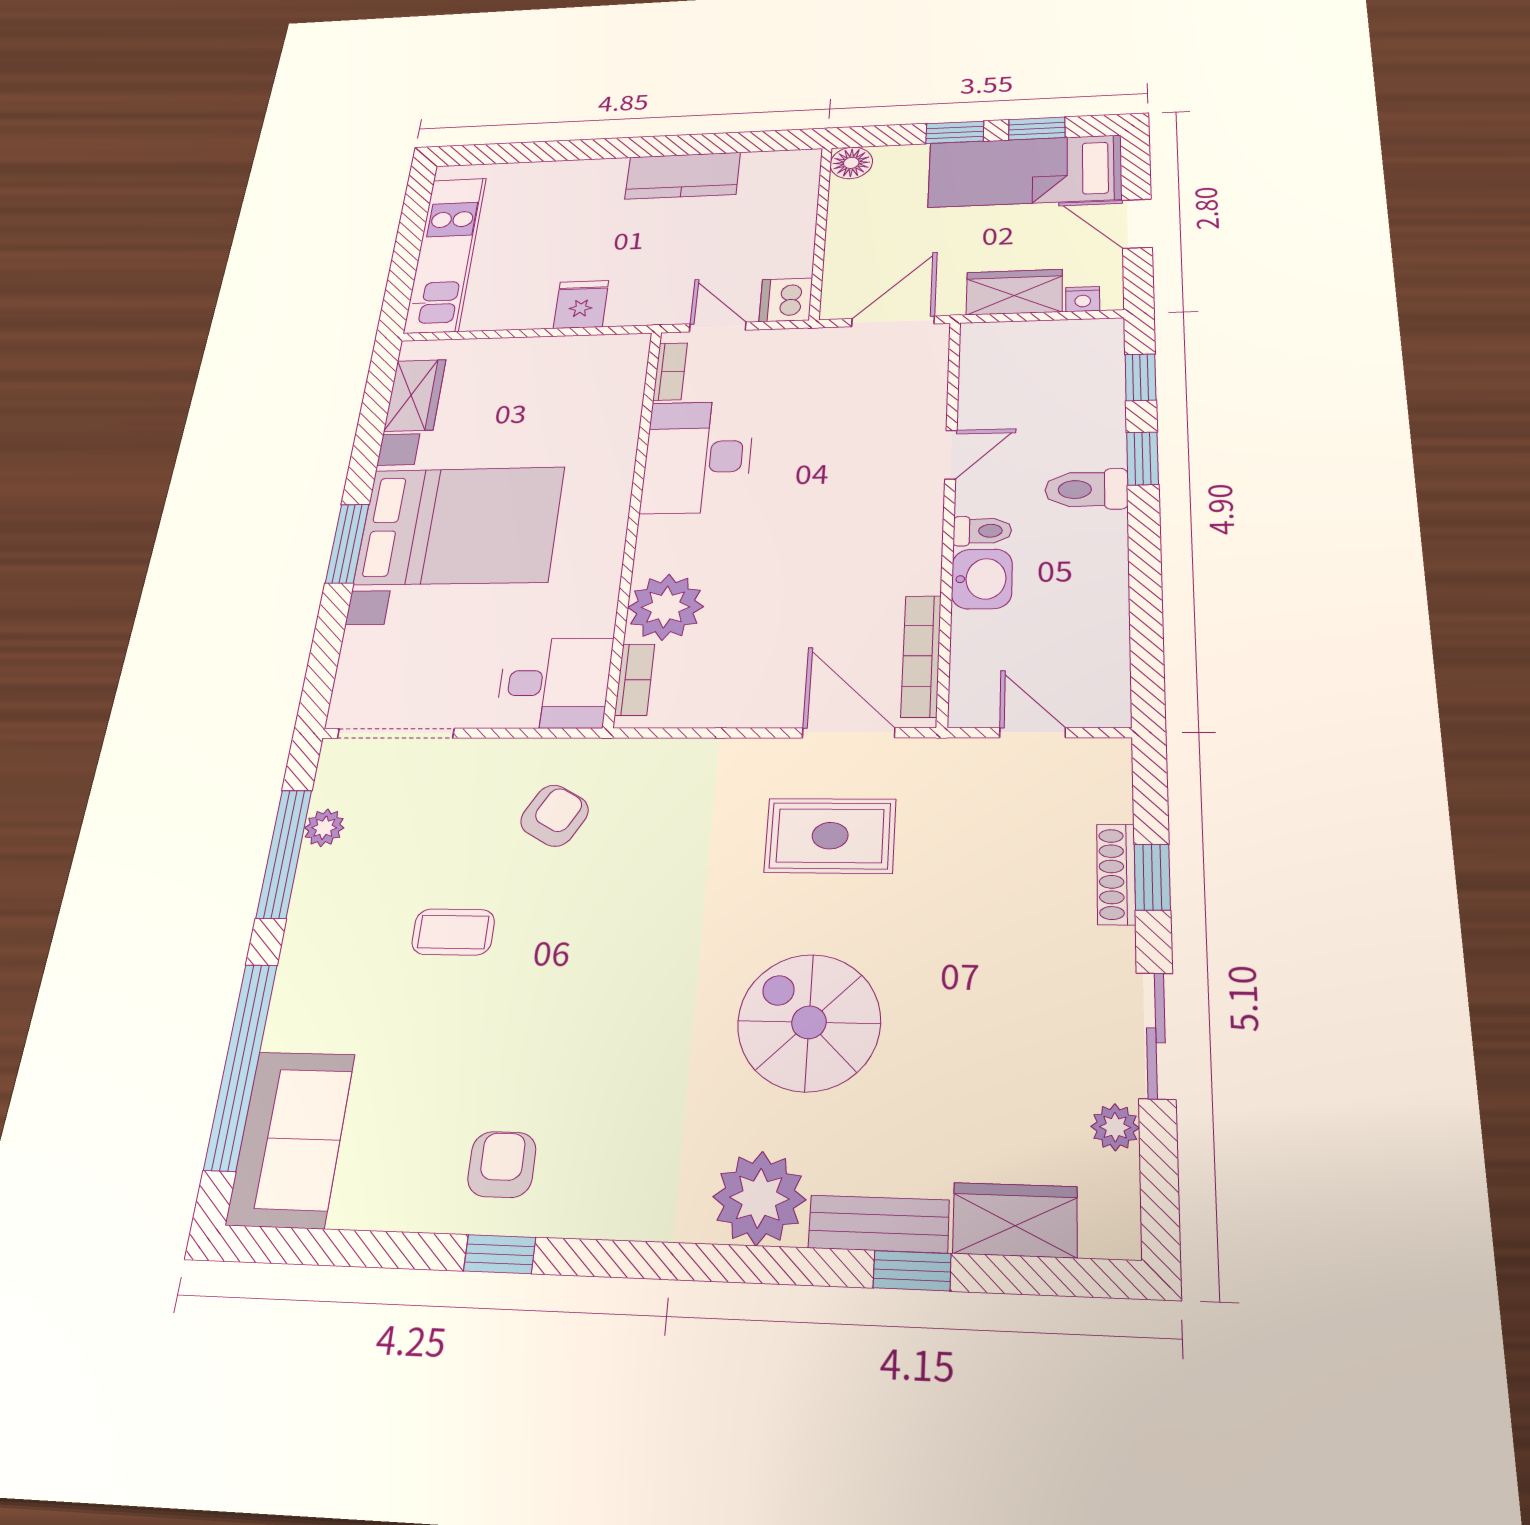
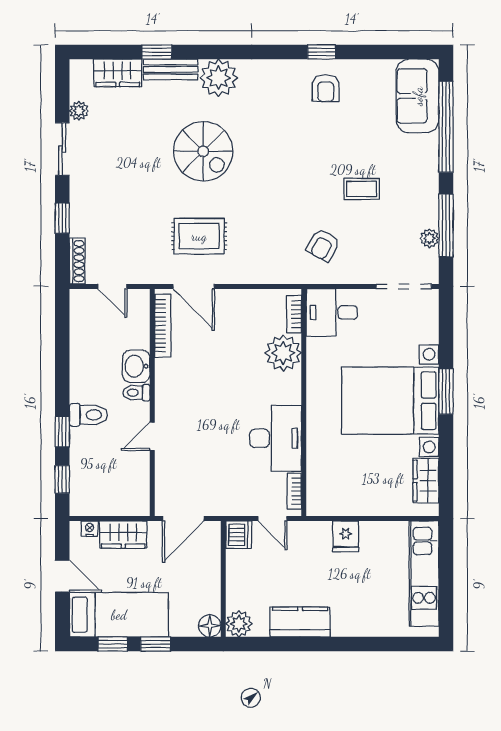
plant: (796, 168) -> (239, 624), added
shoe rack: (1116, 874) -> (77, 261), moved

